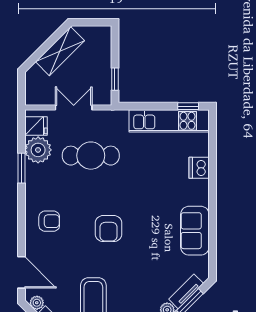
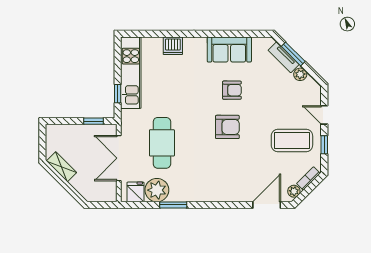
shelving: (60, 51) -> (61, 167), width x0.67, depth x0.75
window: (188, 106) -> (118, 94), moved
double door: (74, 107) -> (119, 158), width x1.37
armchair: (49, 221) -> (232, 90), moved, turned 90

